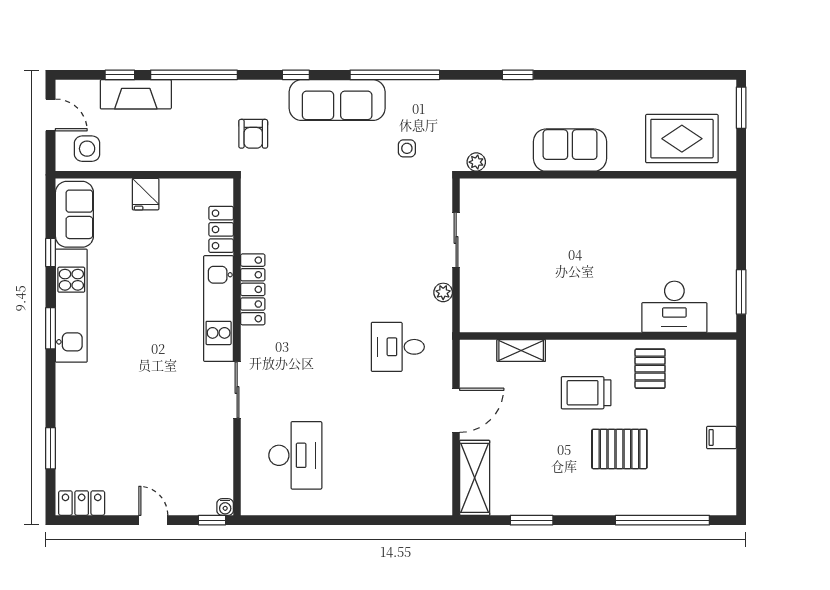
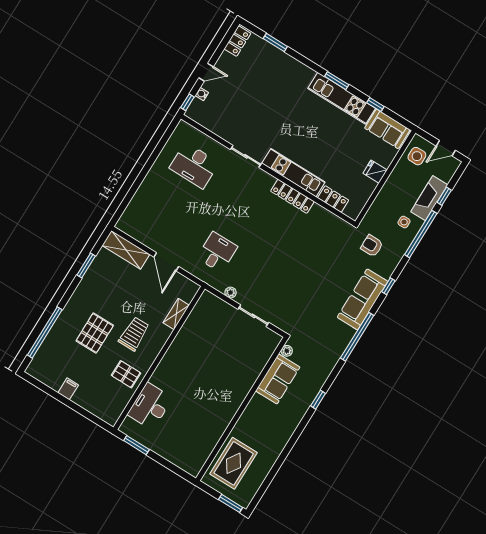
side table: (407, 148) -> (404, 222), moved
sofa: (570, 150) -> (278, 379), moved
water cooler: (225, 507) -> (202, 94), moved

